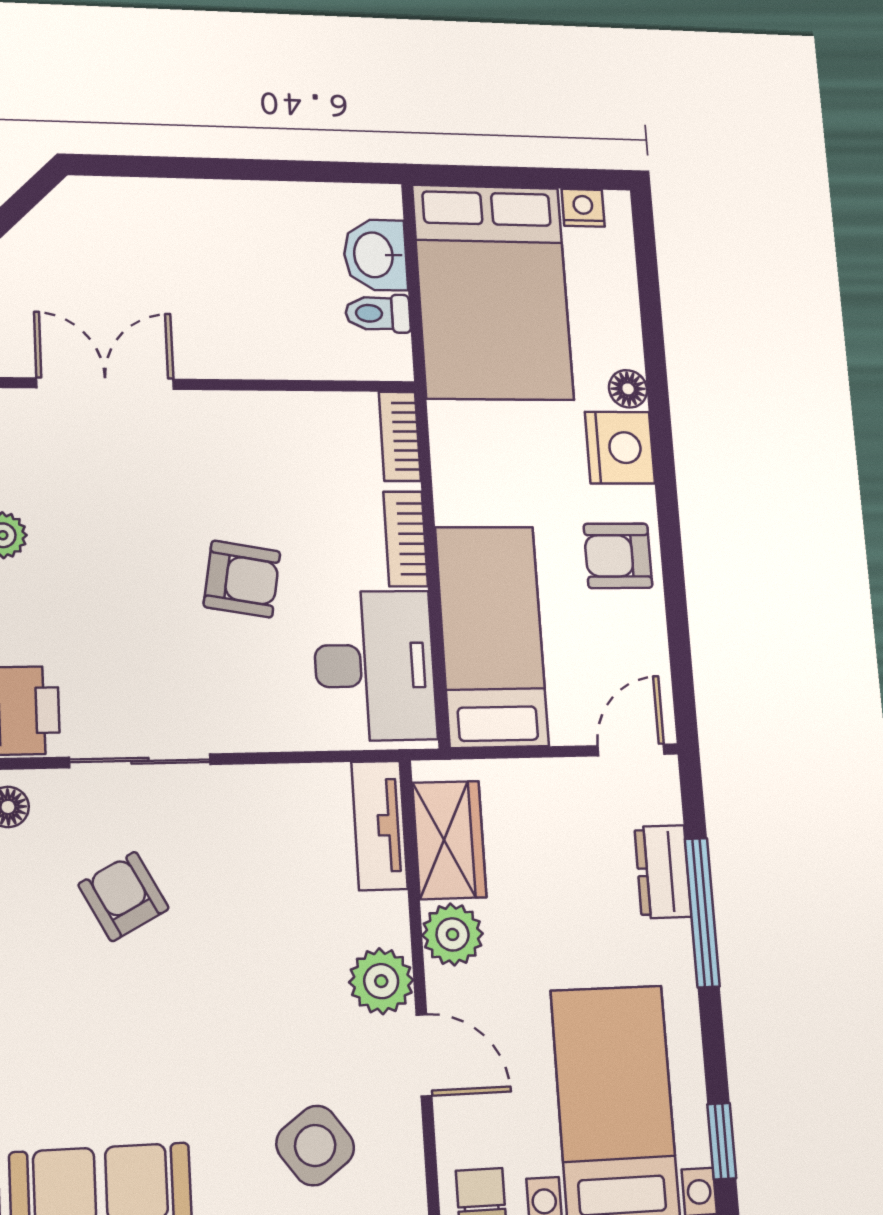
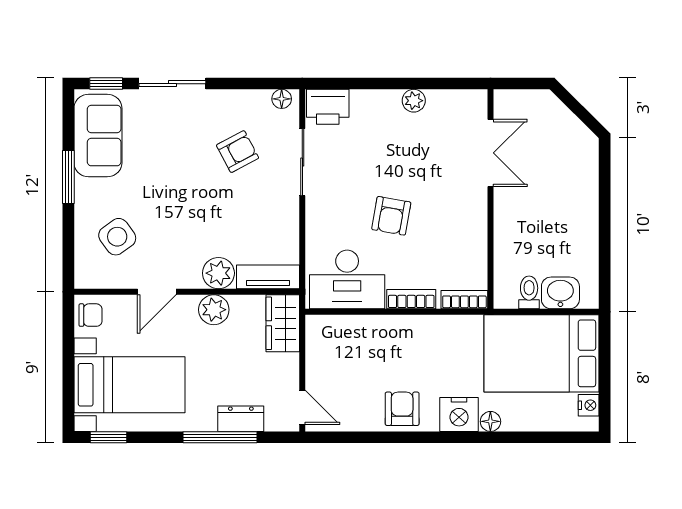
bed: (492, 636) -> (361, 340), removed
wardrobe: (449, 840) -> (283, 323), moved, turned 90
plant: (381, 981) -> (218, 273), moved

